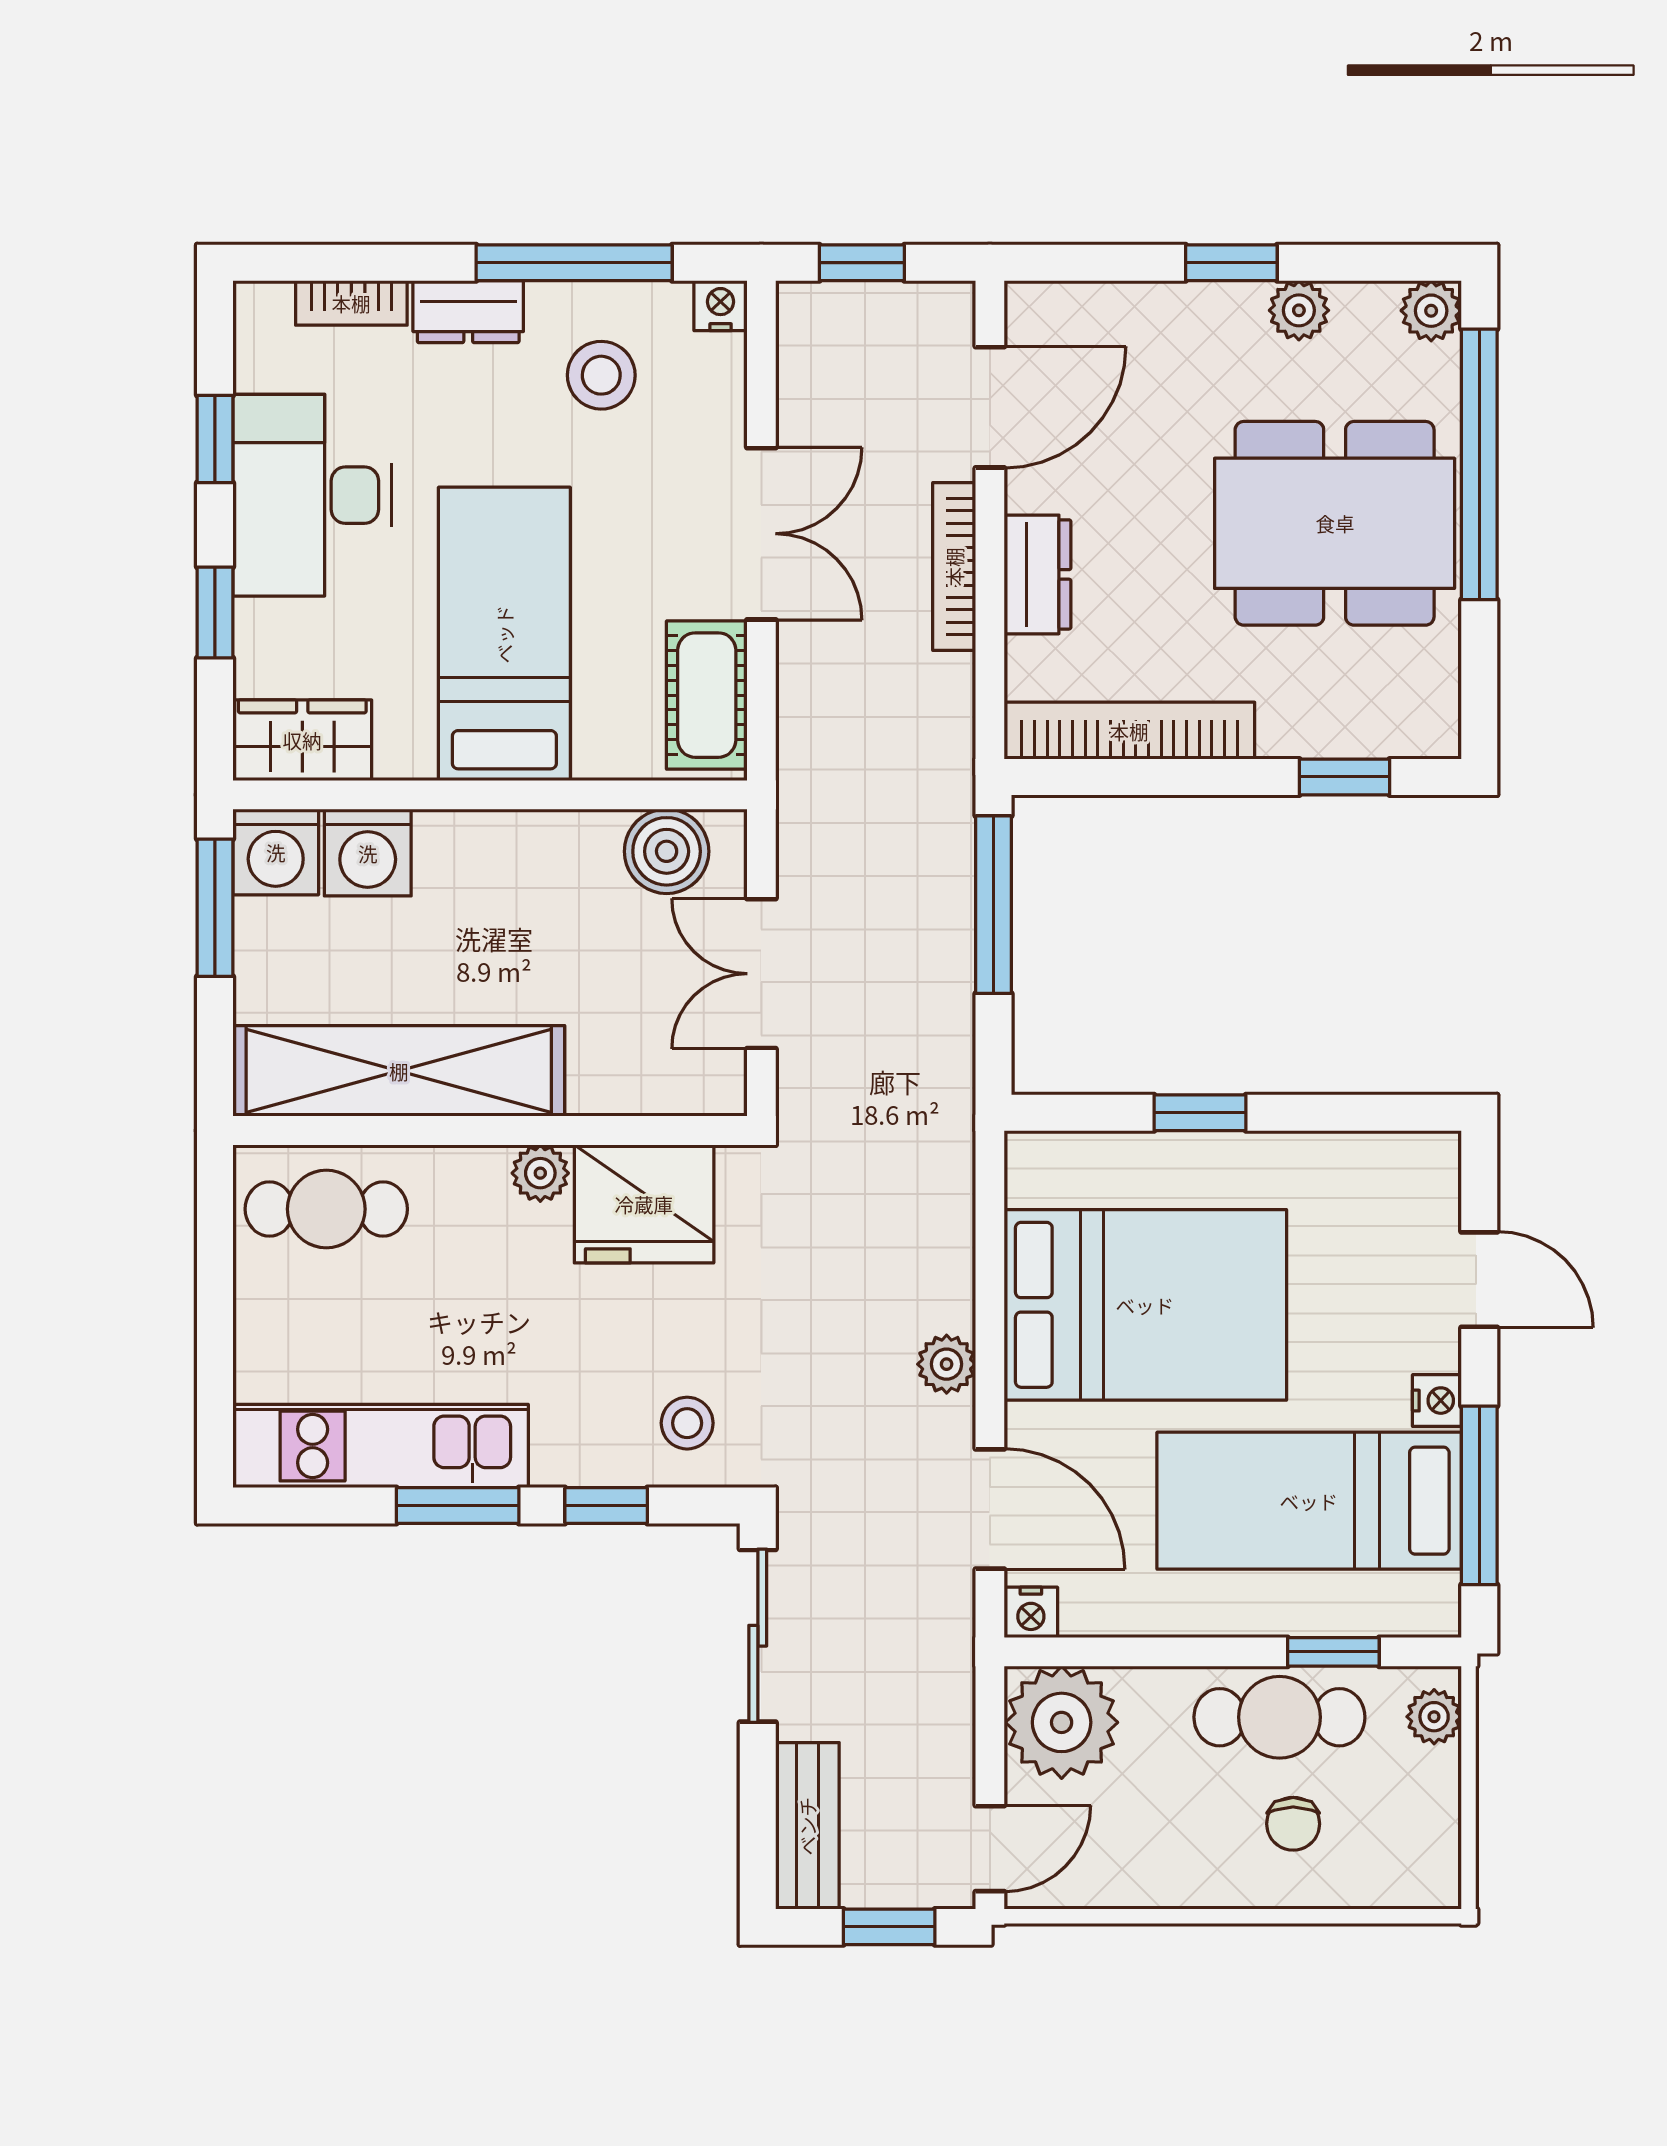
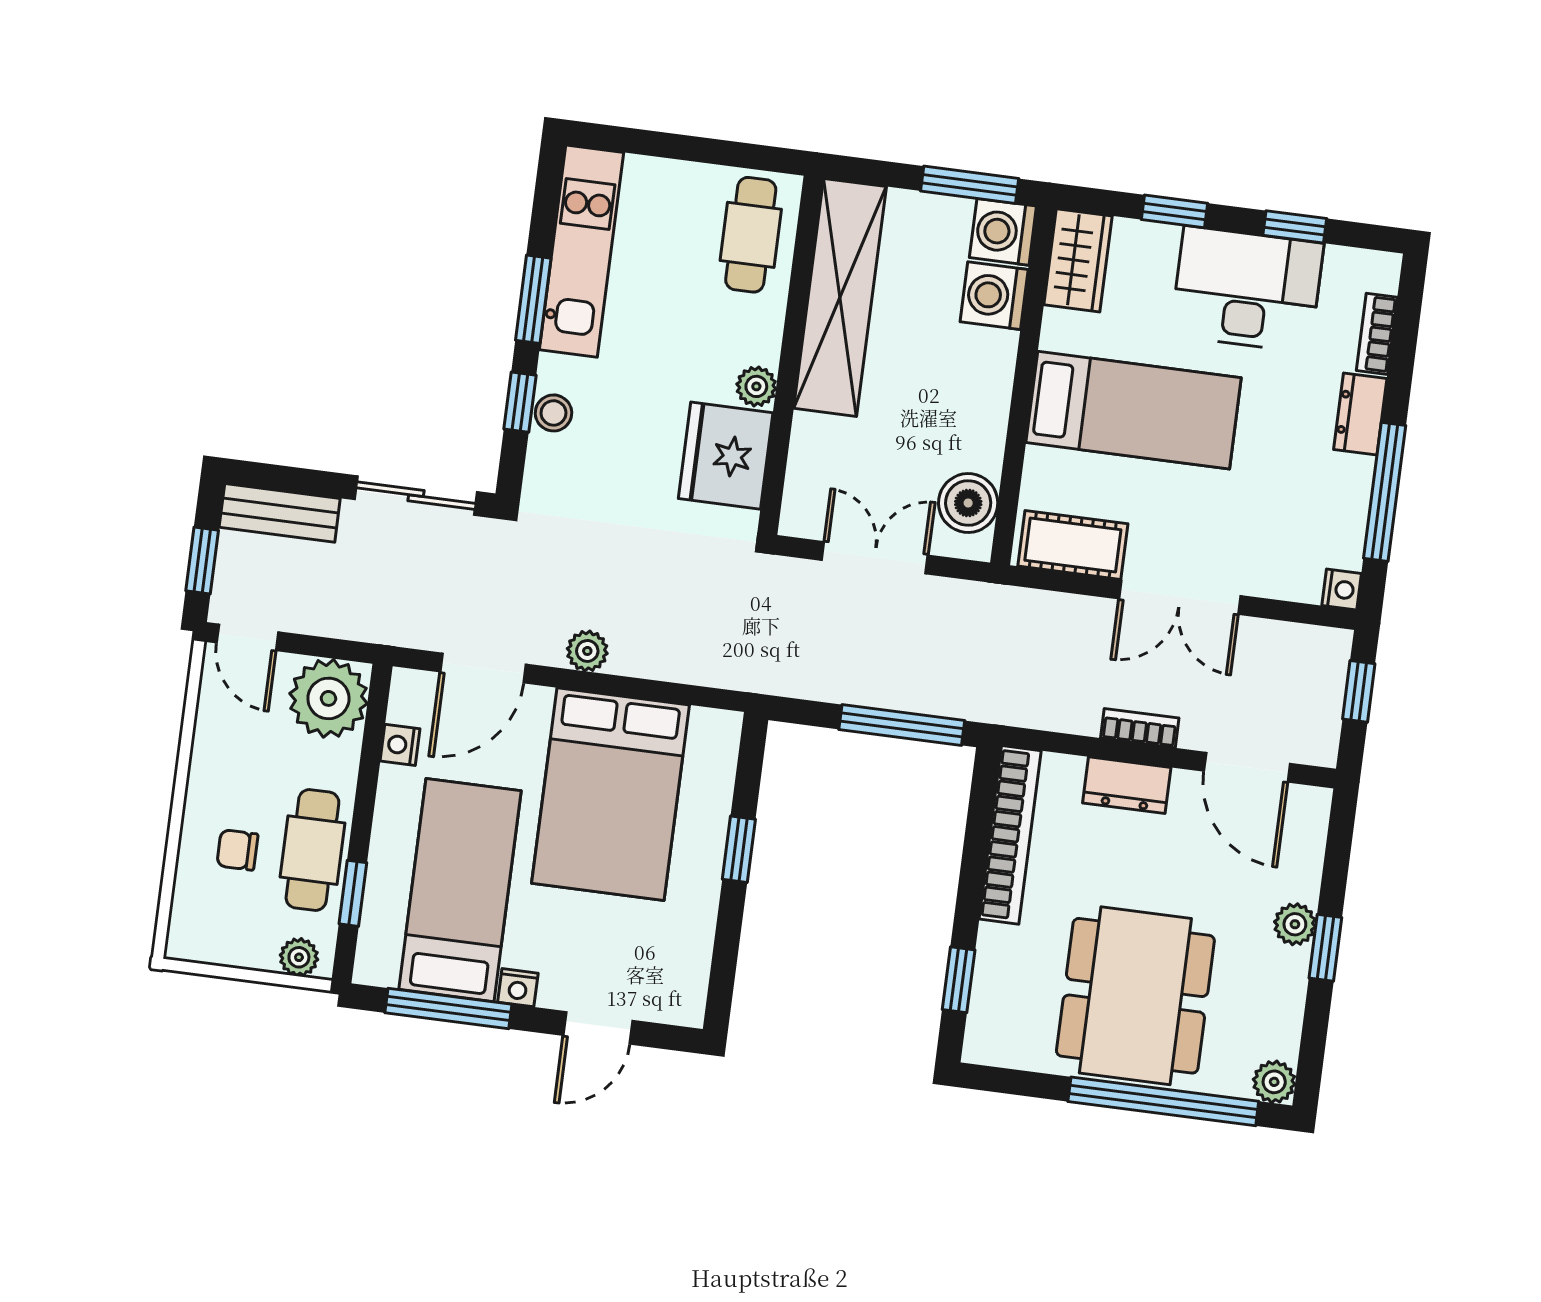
plant: (1299, 310) -> (1295, 924), moved
stool: (601, 375) -> (1304, 501), removed
bookcase: (954, 567) -> (1140, 728), width x0.64
stool: (687, 1423) -> (554, 413), moved
nightstand: (1031, 1612) -> (400, 745), moved

